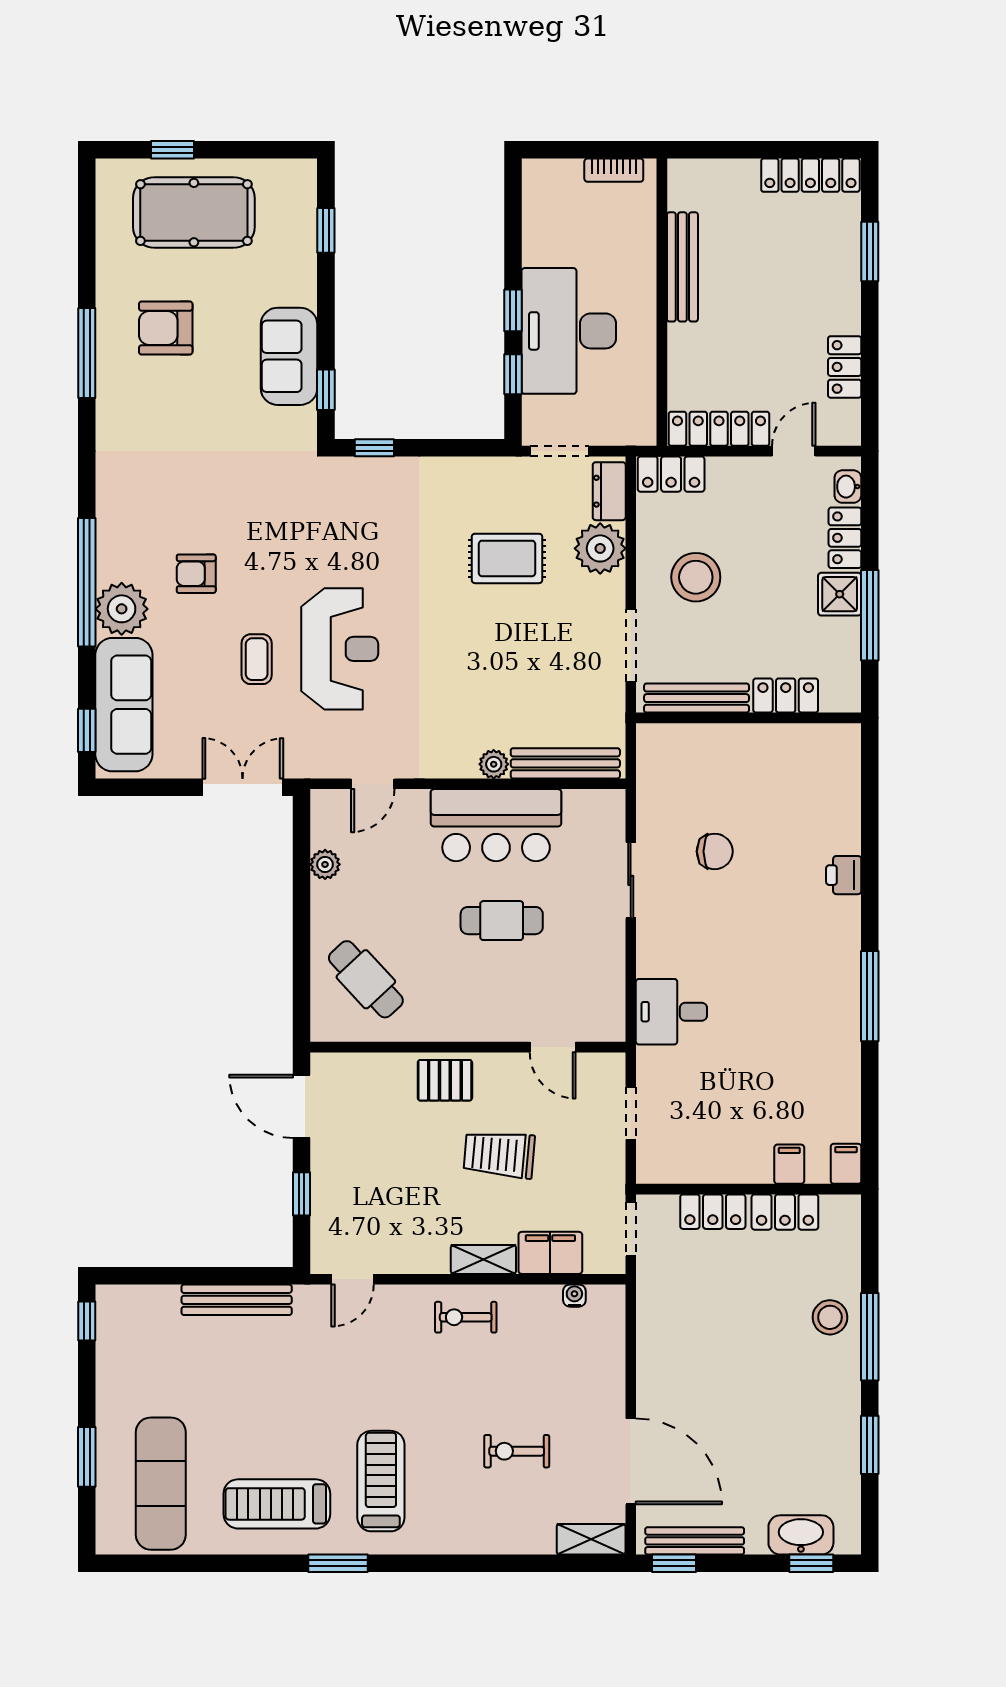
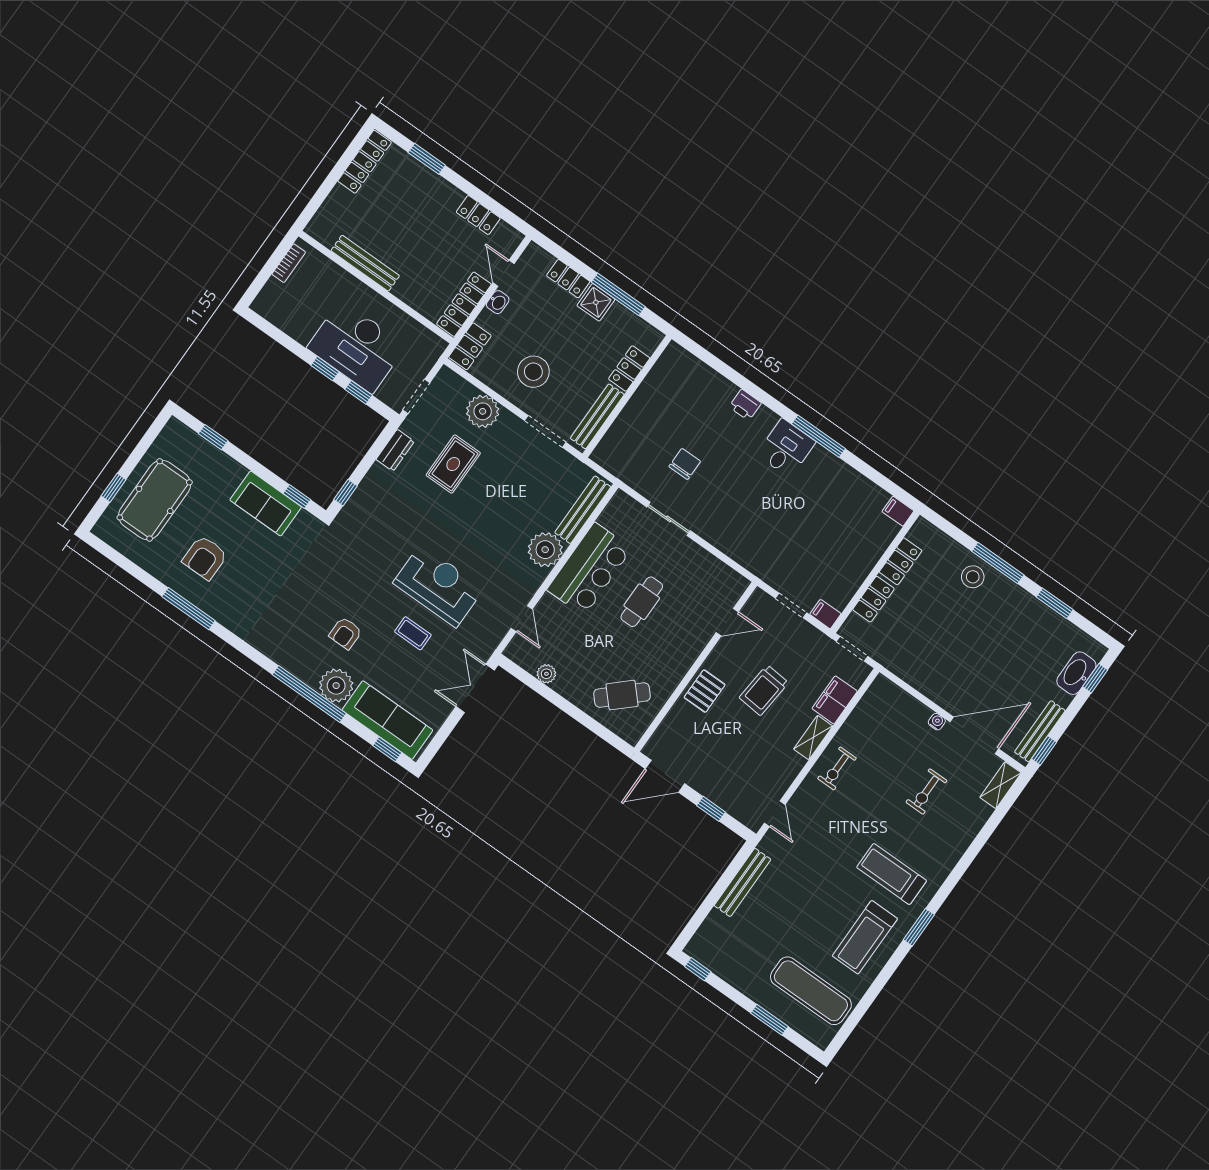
washbasin: (848, 487) -> (498, 302), moved, turned -90
dresser: (609, 491) -> (395, 450), moved, turned -90
plant: (494, 764) -> (545, 550), width x1.88, depth x1.88
desk: (671, 1012) -> (786, 448), moved, turned 180
filing cabinet: (789, 1164) -> (825, 614), moved
water cooler: (574, 1296) -> (937, 722), moved, turned 90

